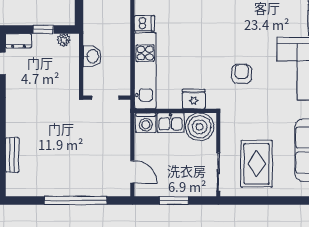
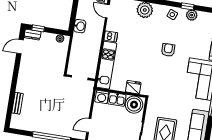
window: (43, 29) -> (38, 28), moved
washbasin: (92, 56) -> (80, 26), moved
armchair: (242, 74) -> (168, 50), moved
door: (132, 172) -> (89, 125), swing flipped

